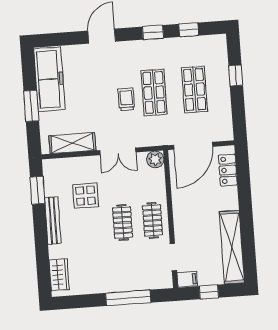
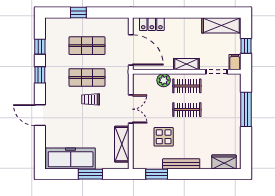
plant: (155, 159) -> (164, 80), moved
shelving: (180, 218) -> (186, 64), added
shelving: (232, 247) -> (221, 25), width x0.68

